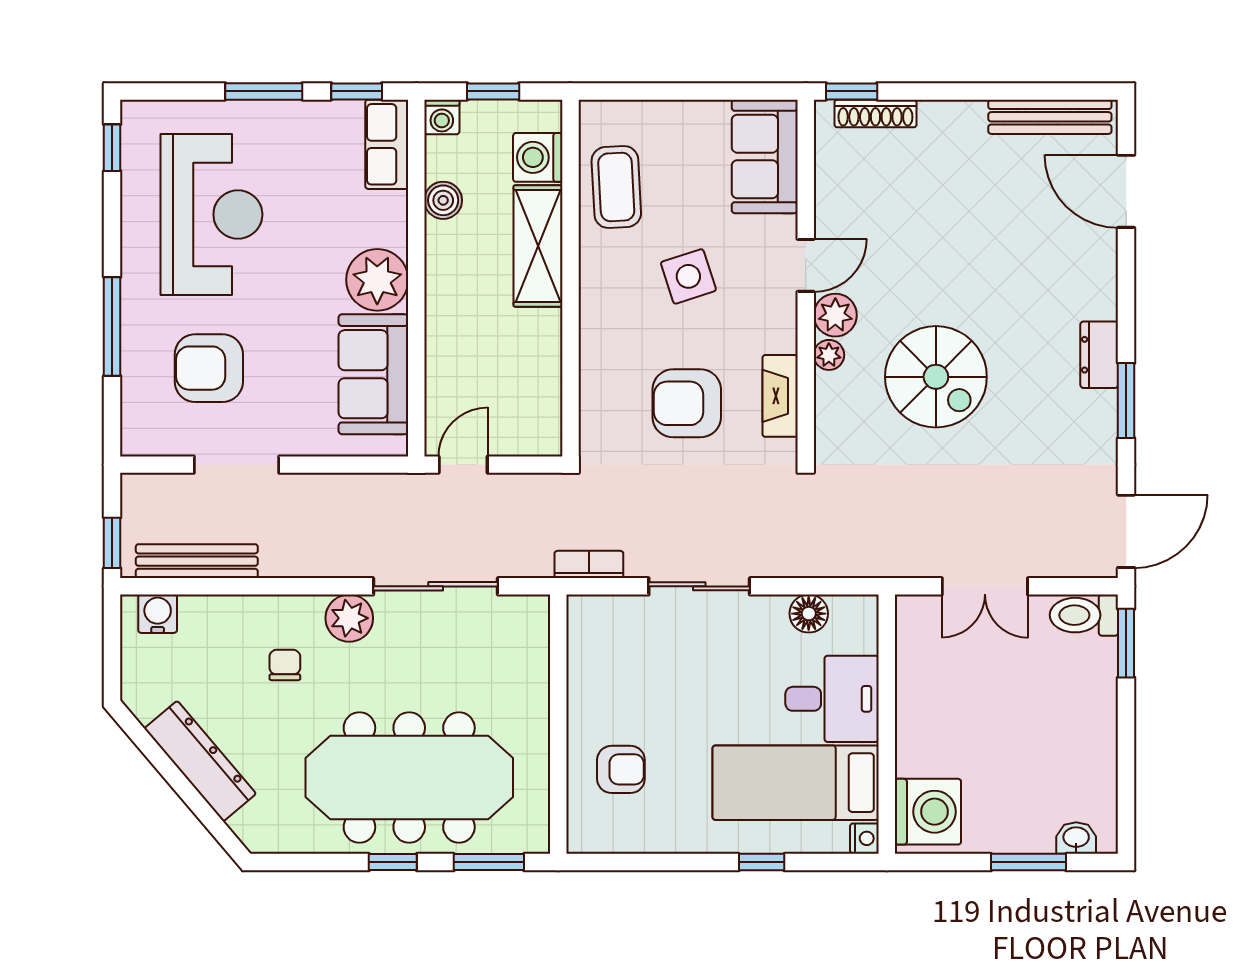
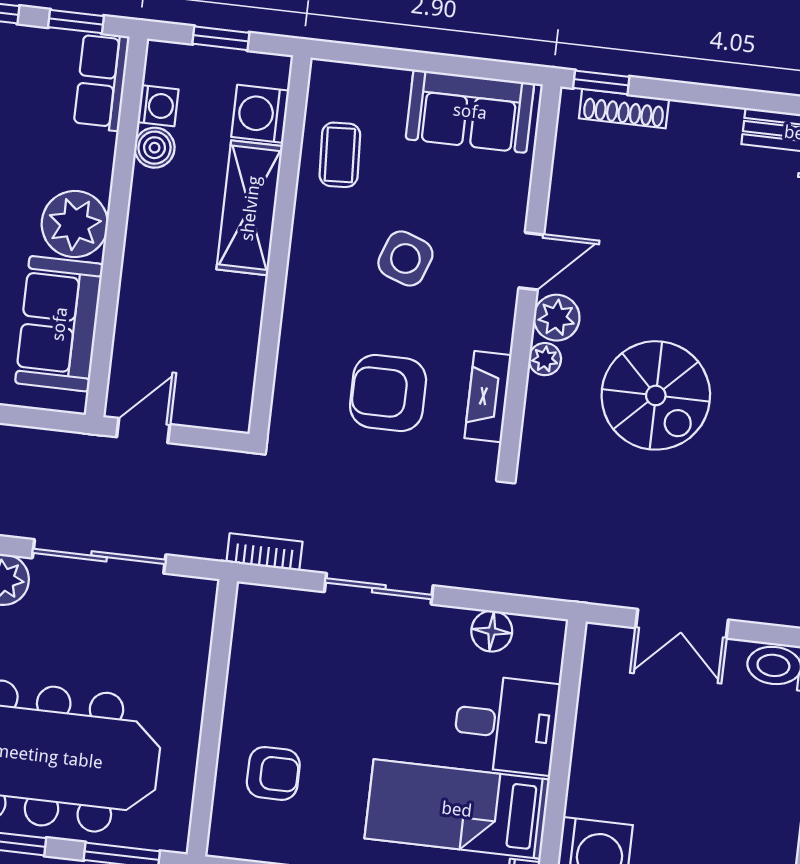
washing machine: (442, 117) -> (158, 106), moved, turned -90
sofa: (765, 156) -> (470, 111), moved, turned -90
coffee table: (616, 187) -> (340, 155), width x0.73, depth x0.77
side table: (688, 276) -> (405, 259), turned 38

